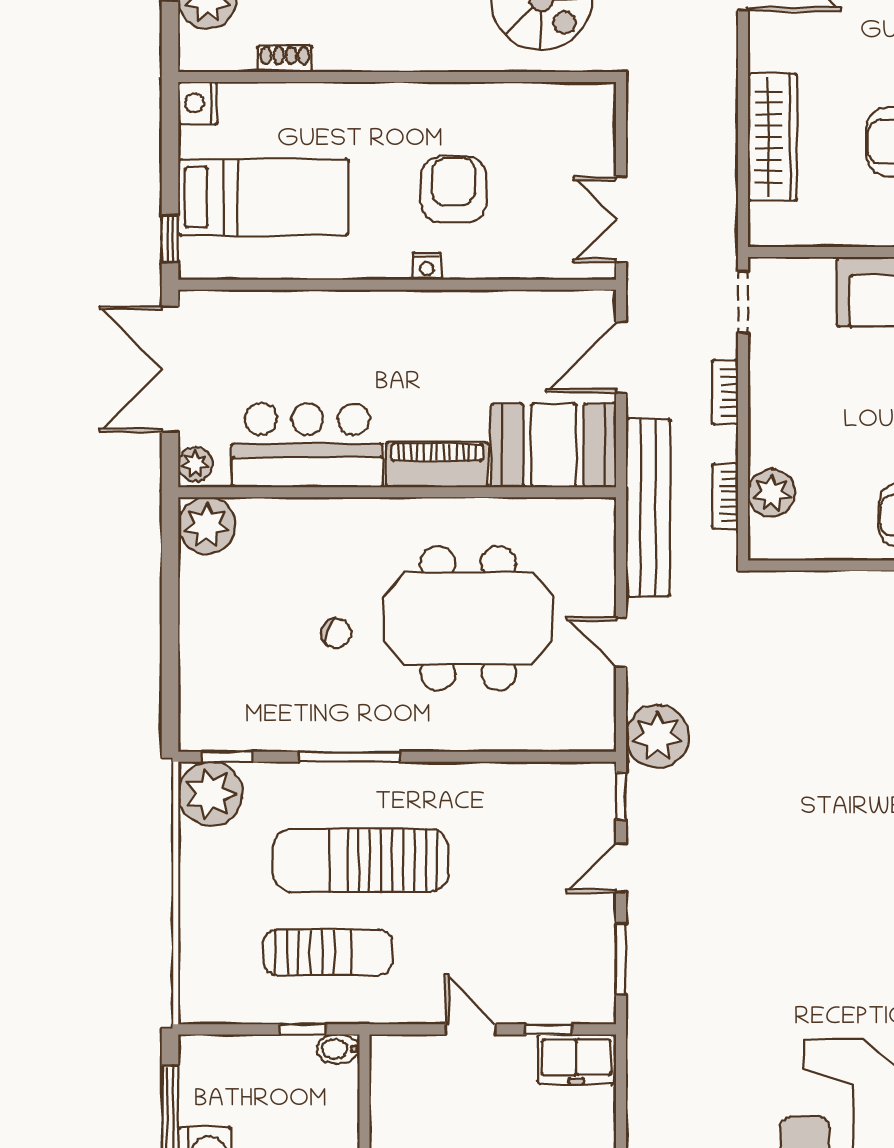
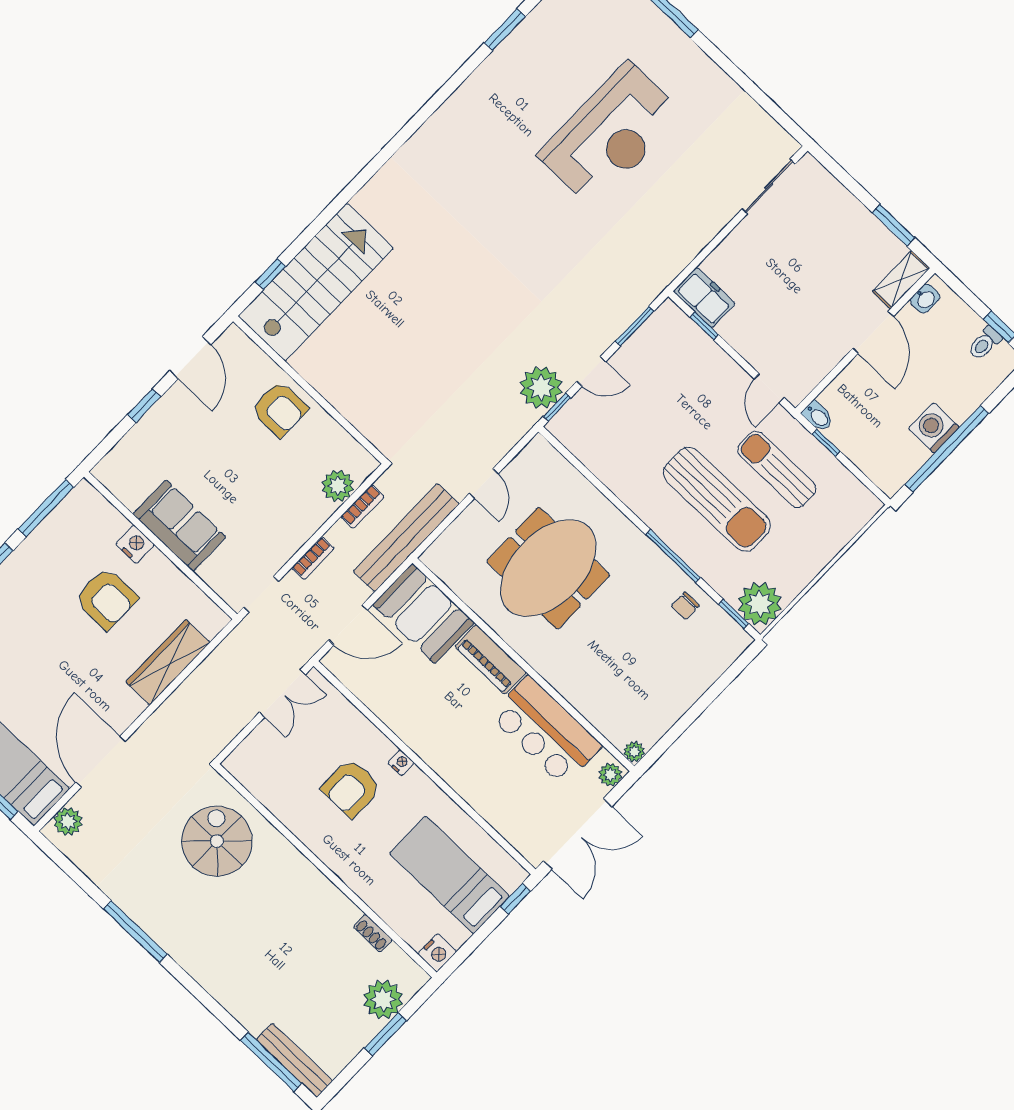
plant: (207, 526) -> (634, 752), width x0.53, depth x0.53
meeting table: (468, 618) -> (548, 568), turned 90
chair: (336, 633) -> (685, 606), moved, turned -107
plant: (657, 736) -> (541, 388), moved
door: (470, 1029) -> (769, 388), moved

